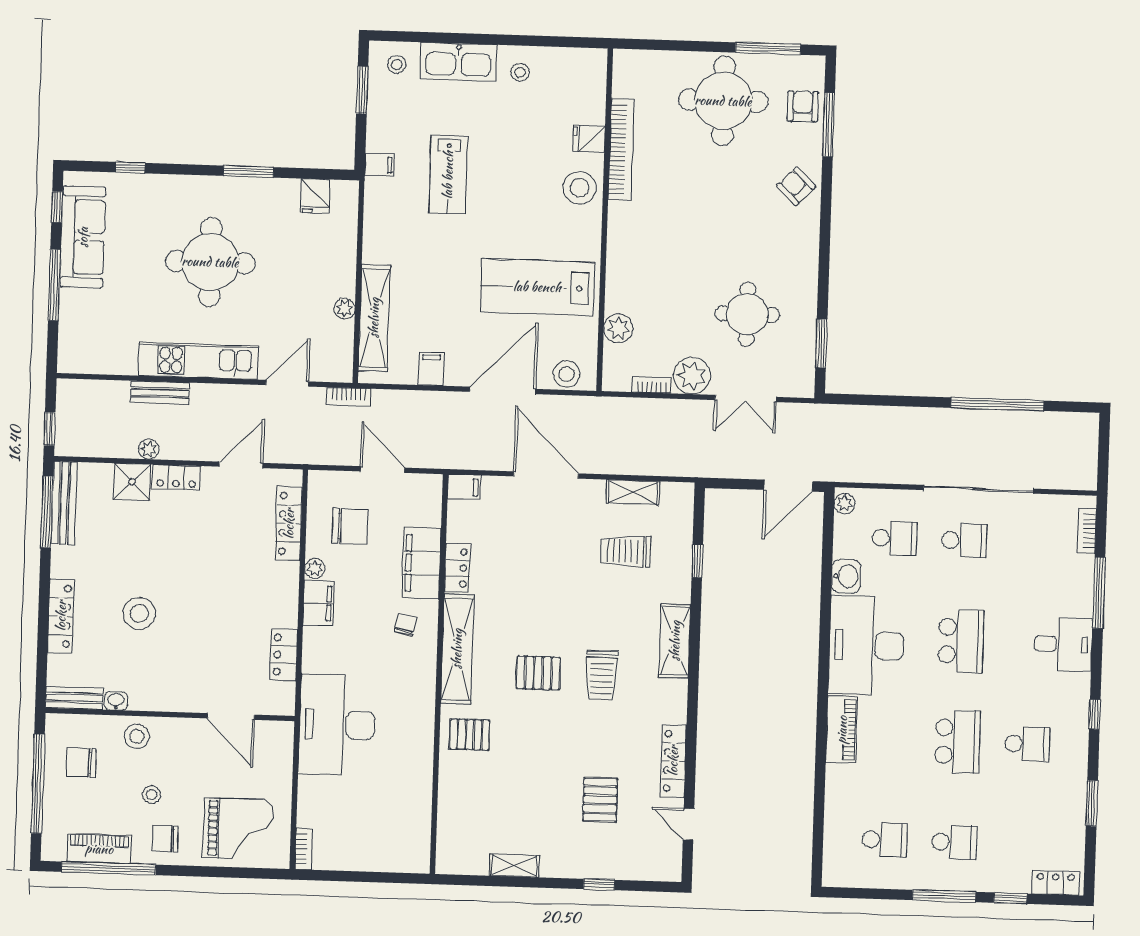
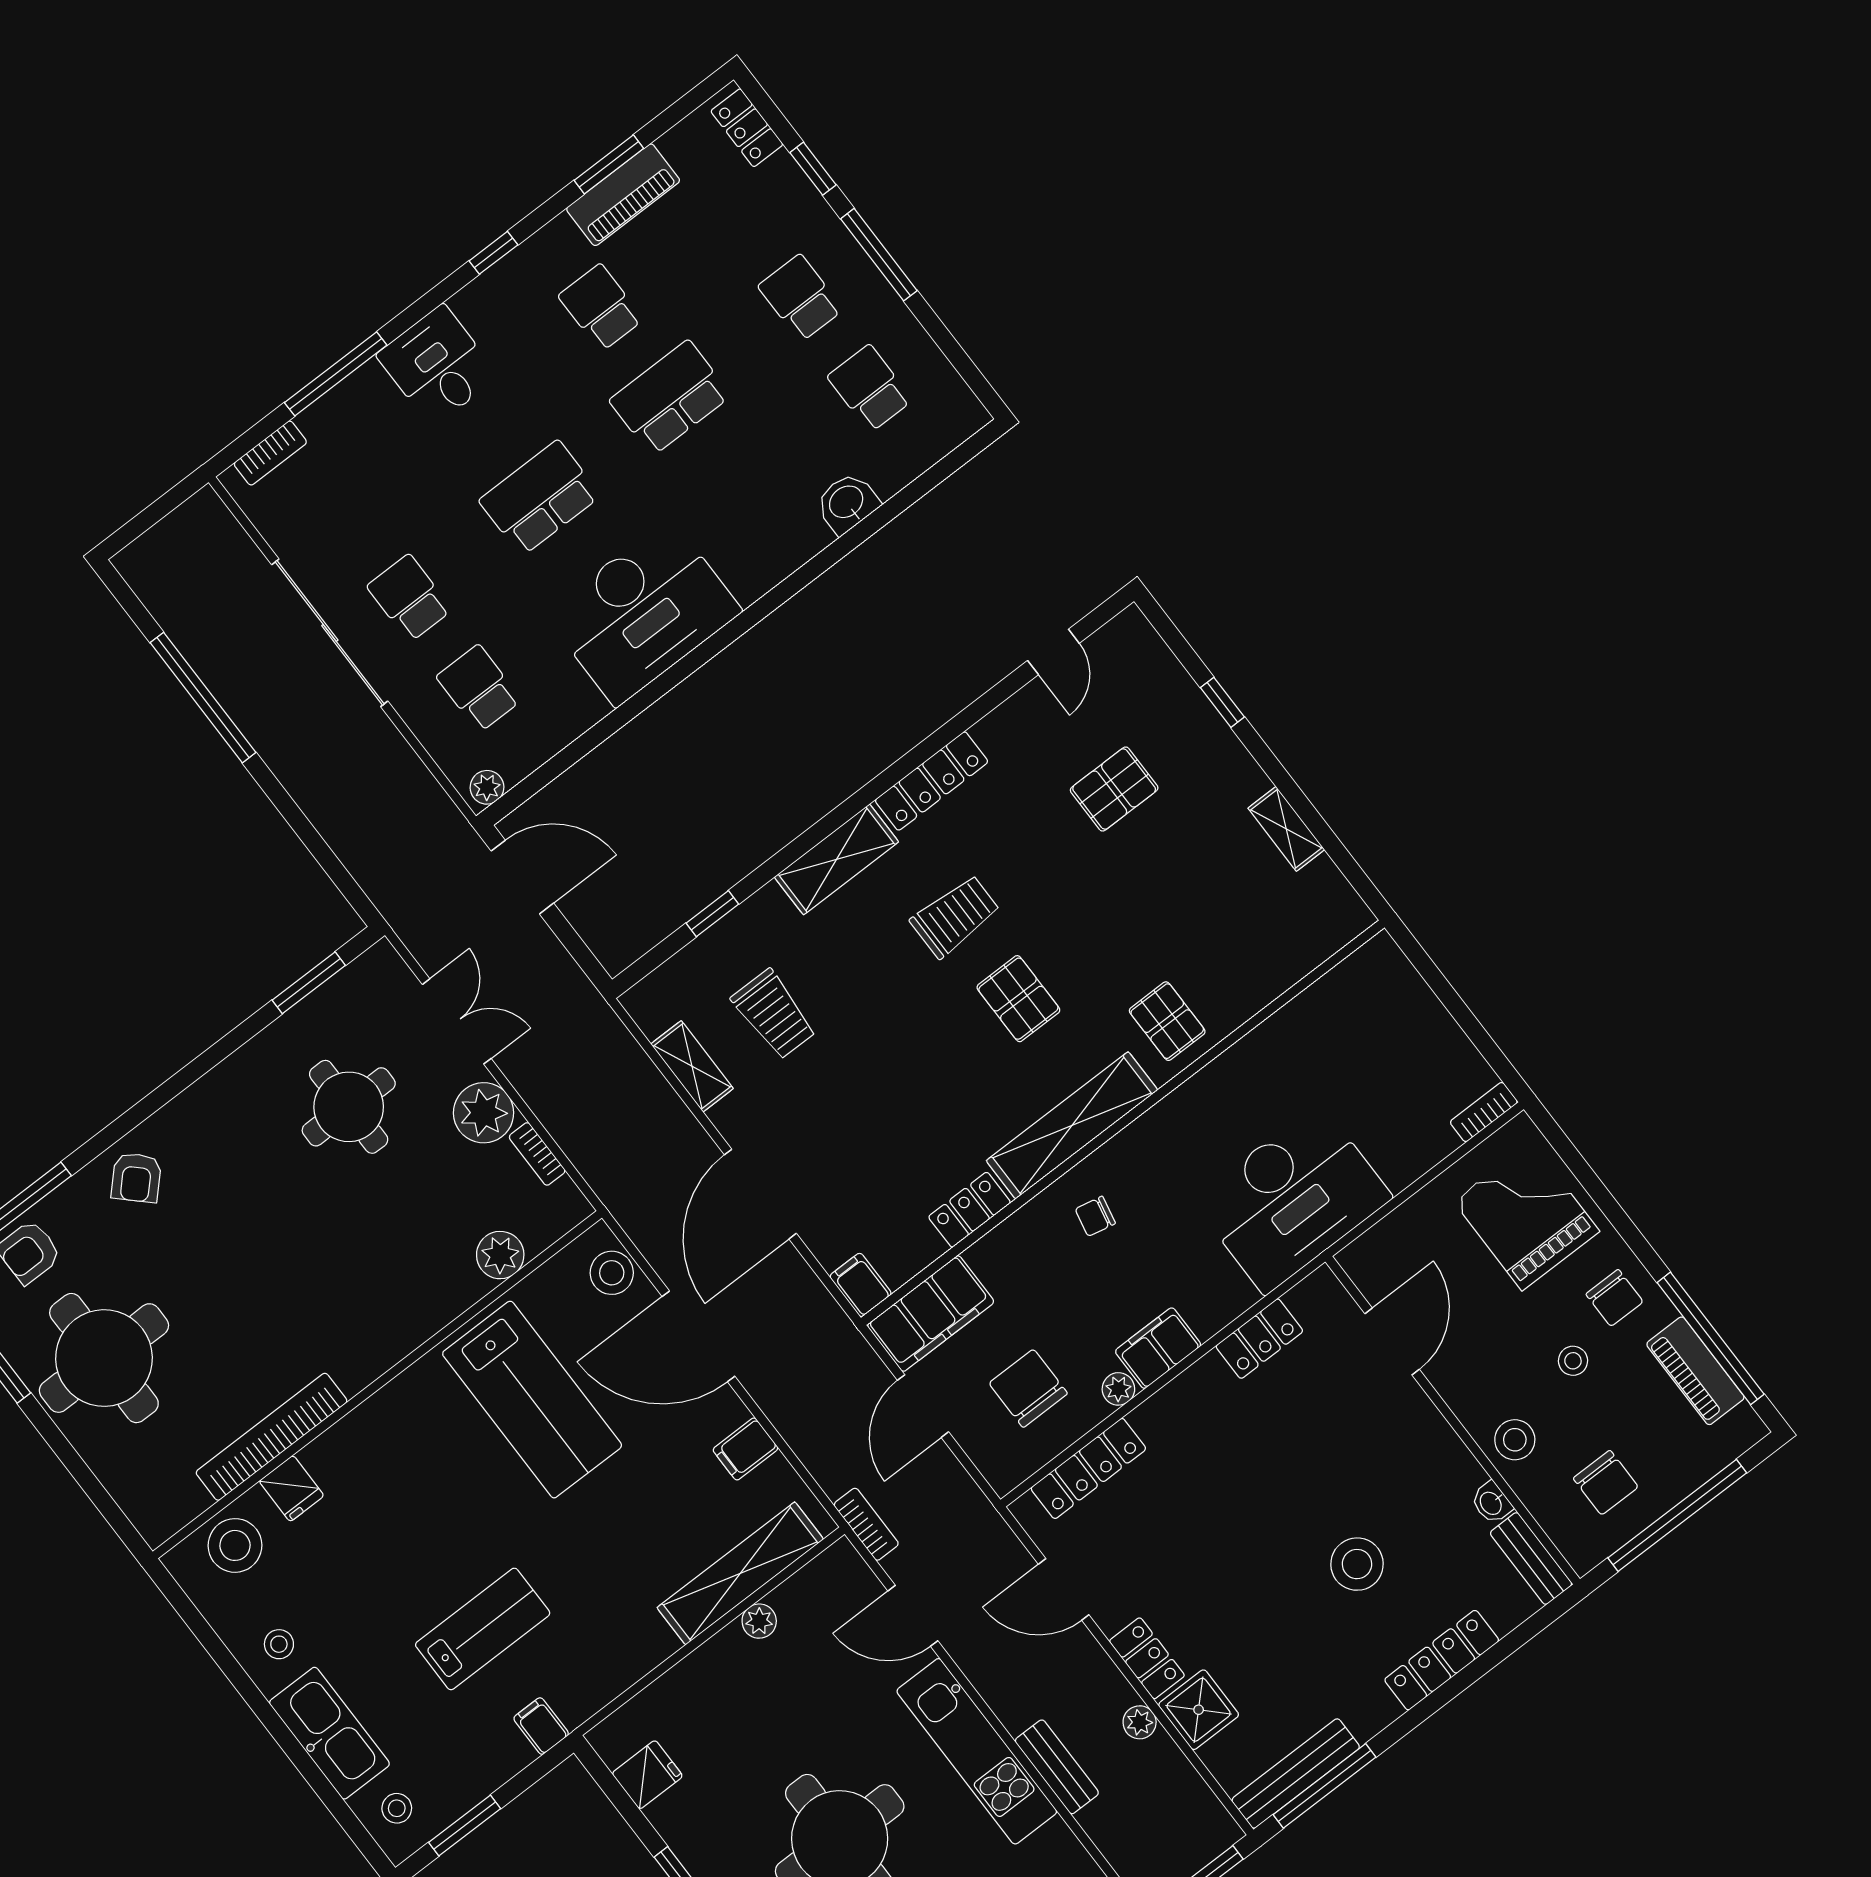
stool: (580, 188) -> (235, 1545), moved
filing cabinet: (422, 563) -> (931, 1313), moved
washbasin: (846, 576) -> (847, 503), moved
piano: (842, 730) -> (623, 195), moved, turned 180
locker: (673, 761) -> (932, 781), moved

